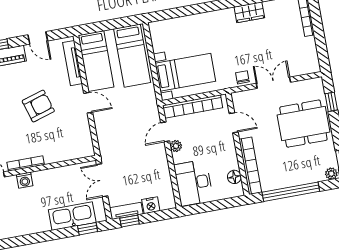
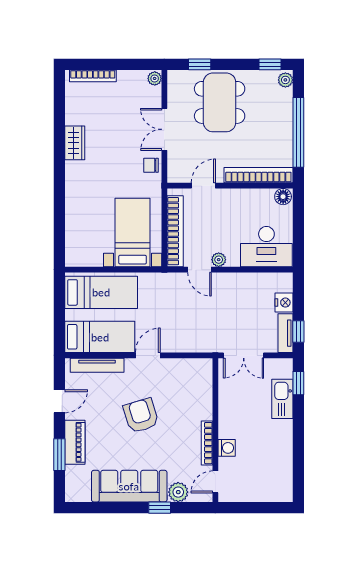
plant: (313, 67) -> (155, 78), added
floor lamp: (234, 177) -> (283, 197), moved
kitchen sink: (72, 216) -> (282, 399), width x0.73, depth x0.81

